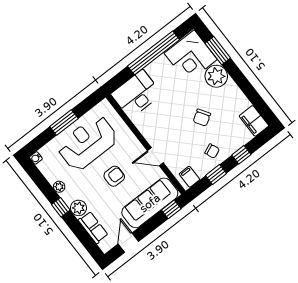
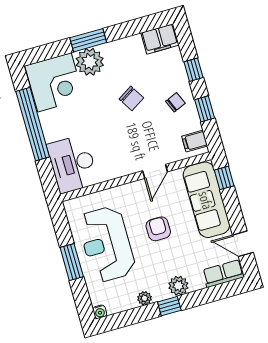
window: (218, 51) -> (88, 40), moved
row of seats: (93, 228) -> (223, 274), moved

